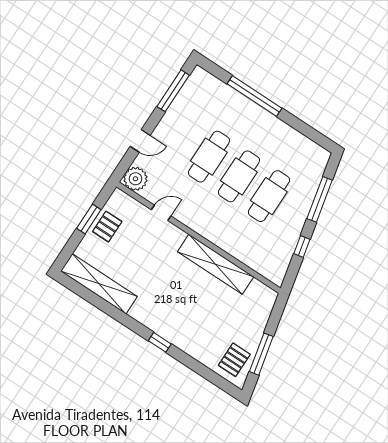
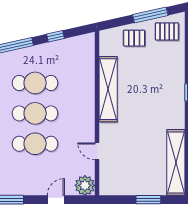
door: (140, 141) -> (56, 200), hinge flipped
window: (89, 219) -> (148, 200), moved
pallet: (107, 227) -> (134, 38), moved

